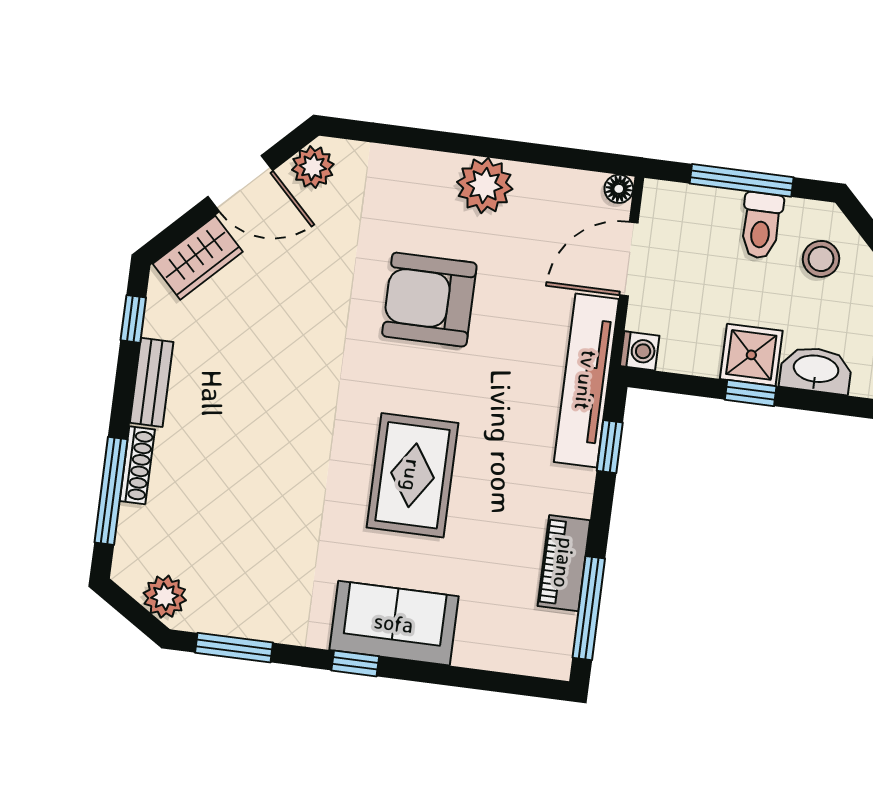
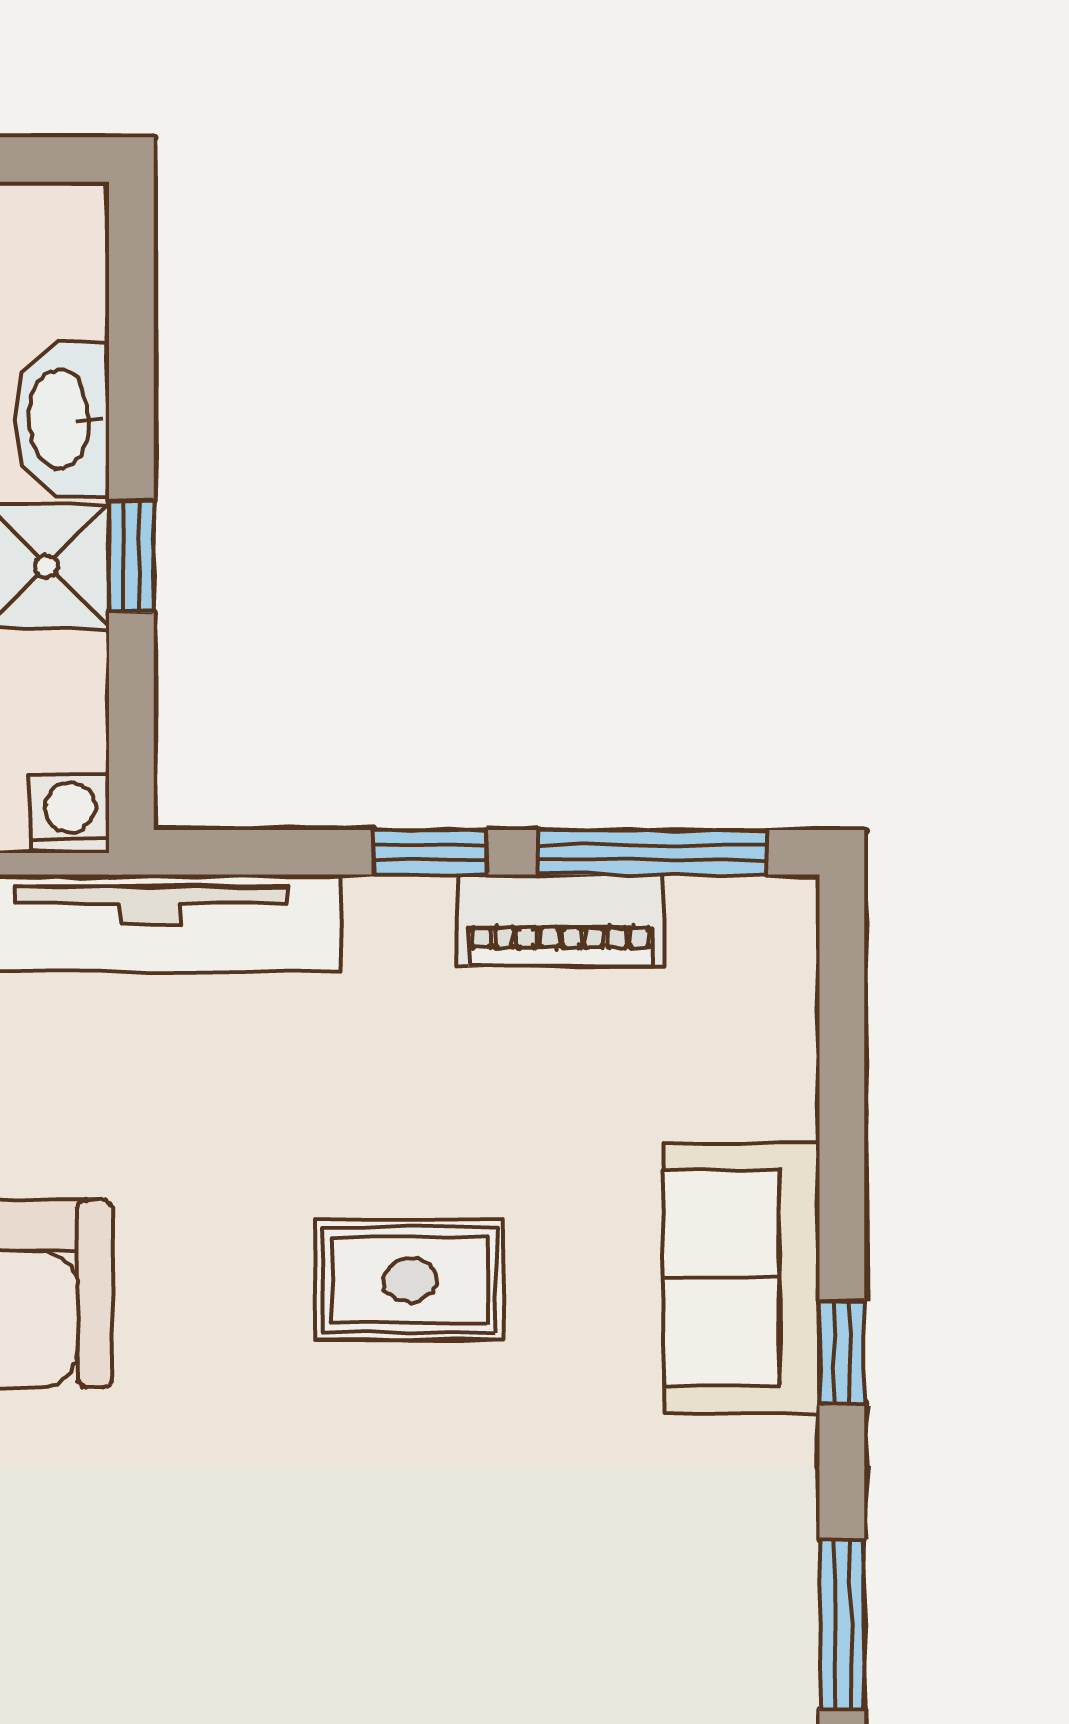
window: (610, 447) -> (430, 852), moved
rug: (412, 475) -> (410, 1280), width x0.73, depth x0.70

